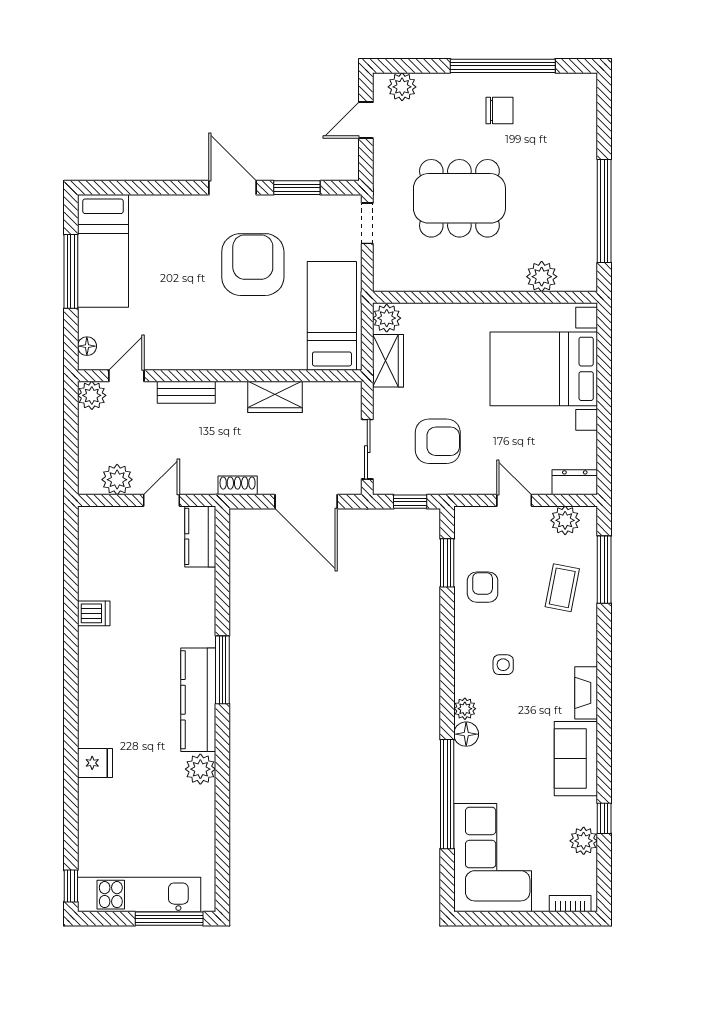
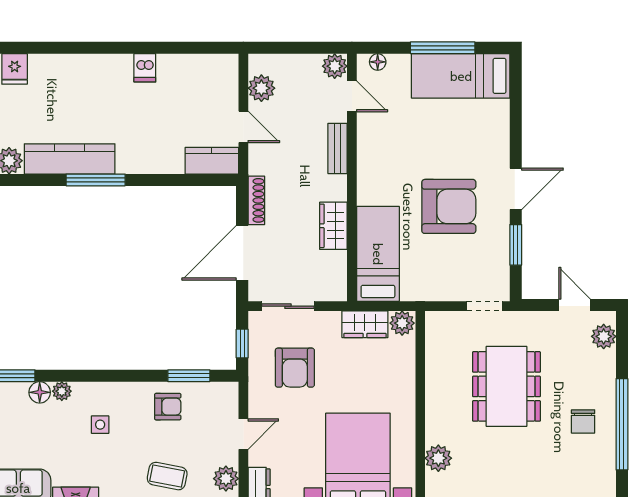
bed: (332, 316) -> (378, 254), moved, turned -90
shoe rack: (238, 485) -> (256, 200), width x1.43

